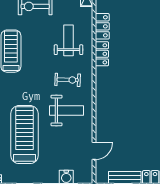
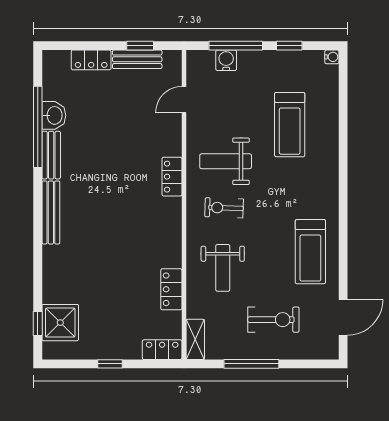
locker: (102, 54) -> (172, 177), moved
treadmill: (24, 135) -> (290, 125), width x0.73, depth x0.73

